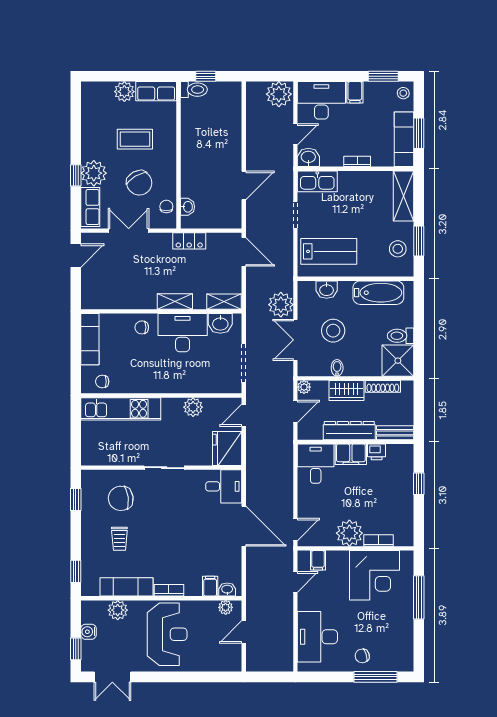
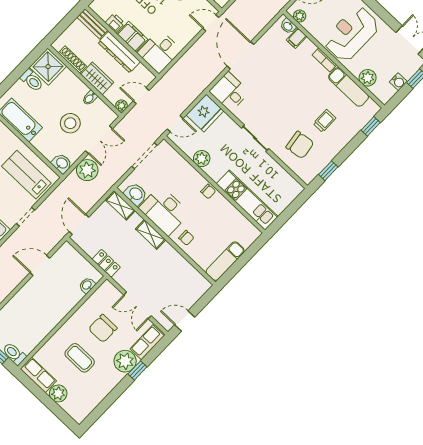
chair: (139, 183) -> (103, 328), turned -150
chair: (166, 207) -> (100, 298), removed
washbasin: (327, 290) -> (62, 163), moved
chair: (102, 382) -> (208, 191), moved

